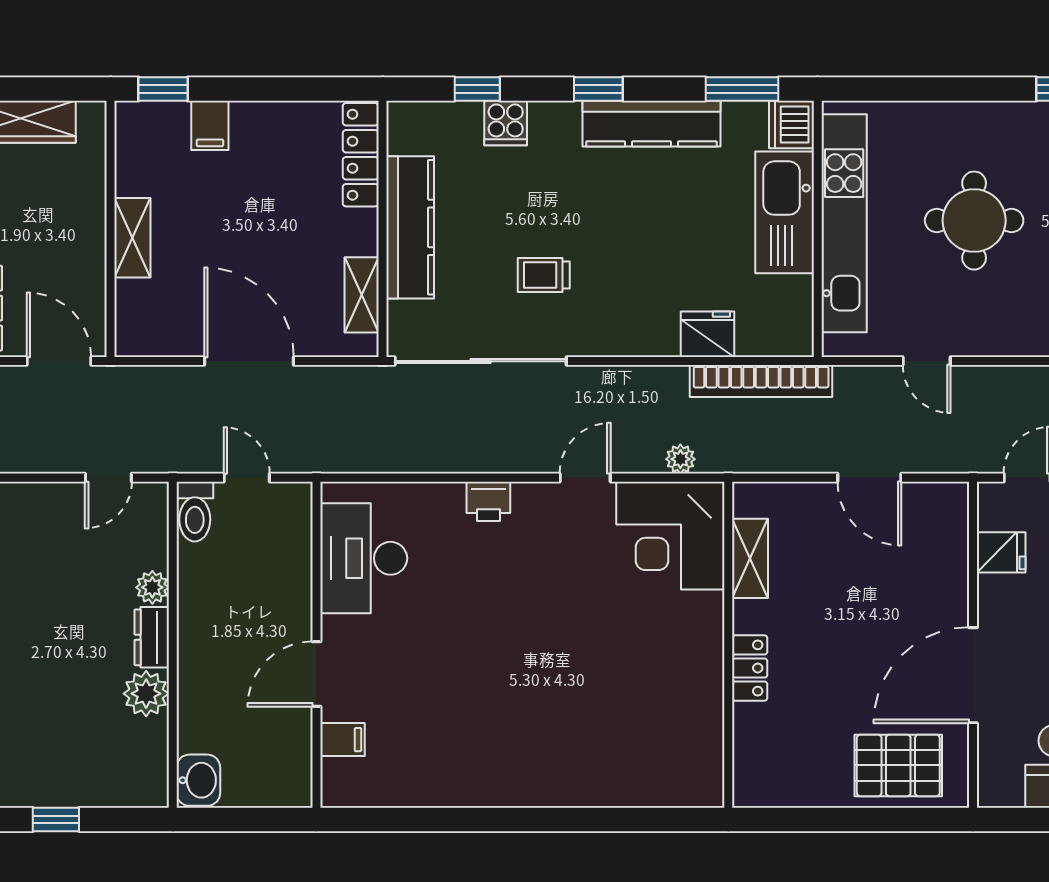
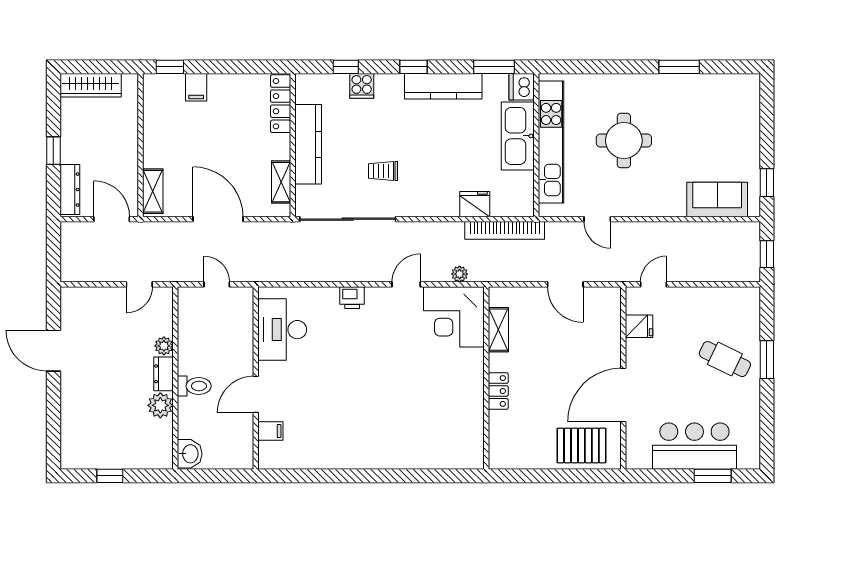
shelving: (132, 238) -> (153, 191), moved
toilet: (195, 512) -> (194, 386), moved, turned -90

